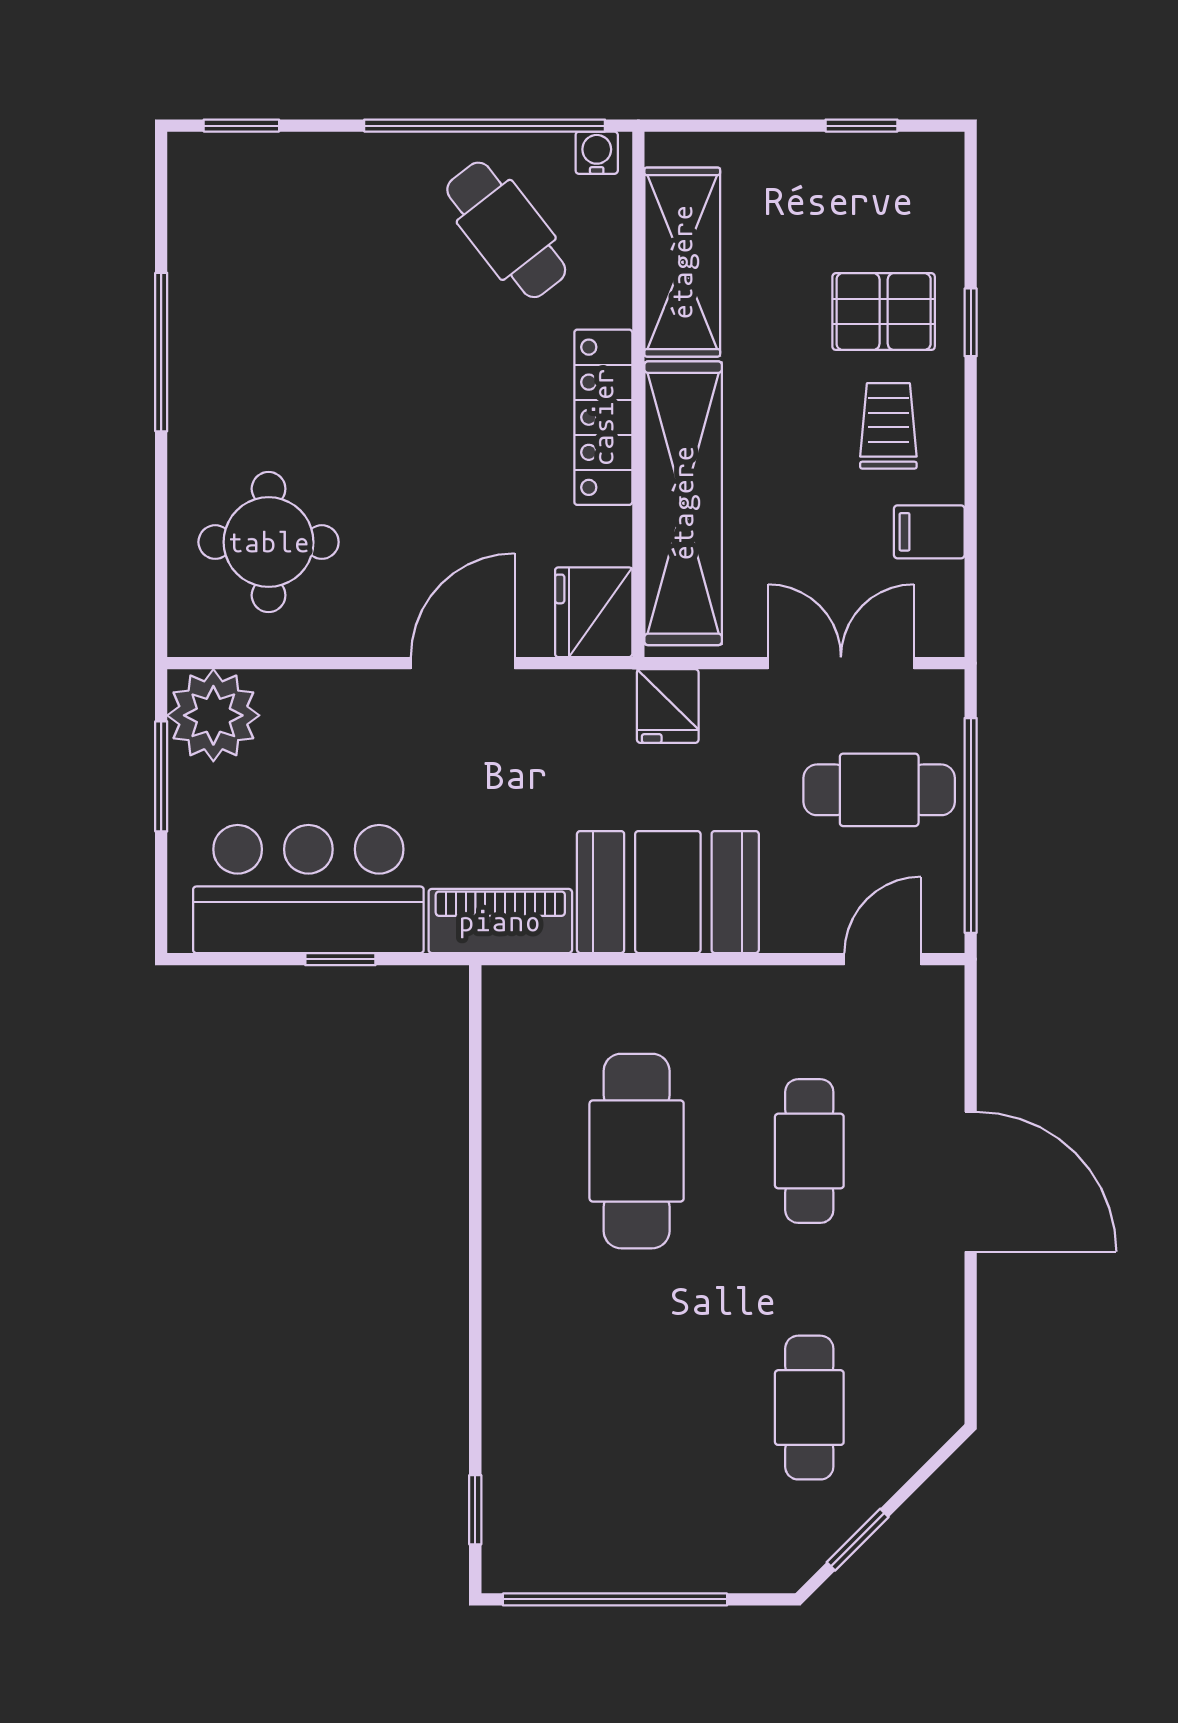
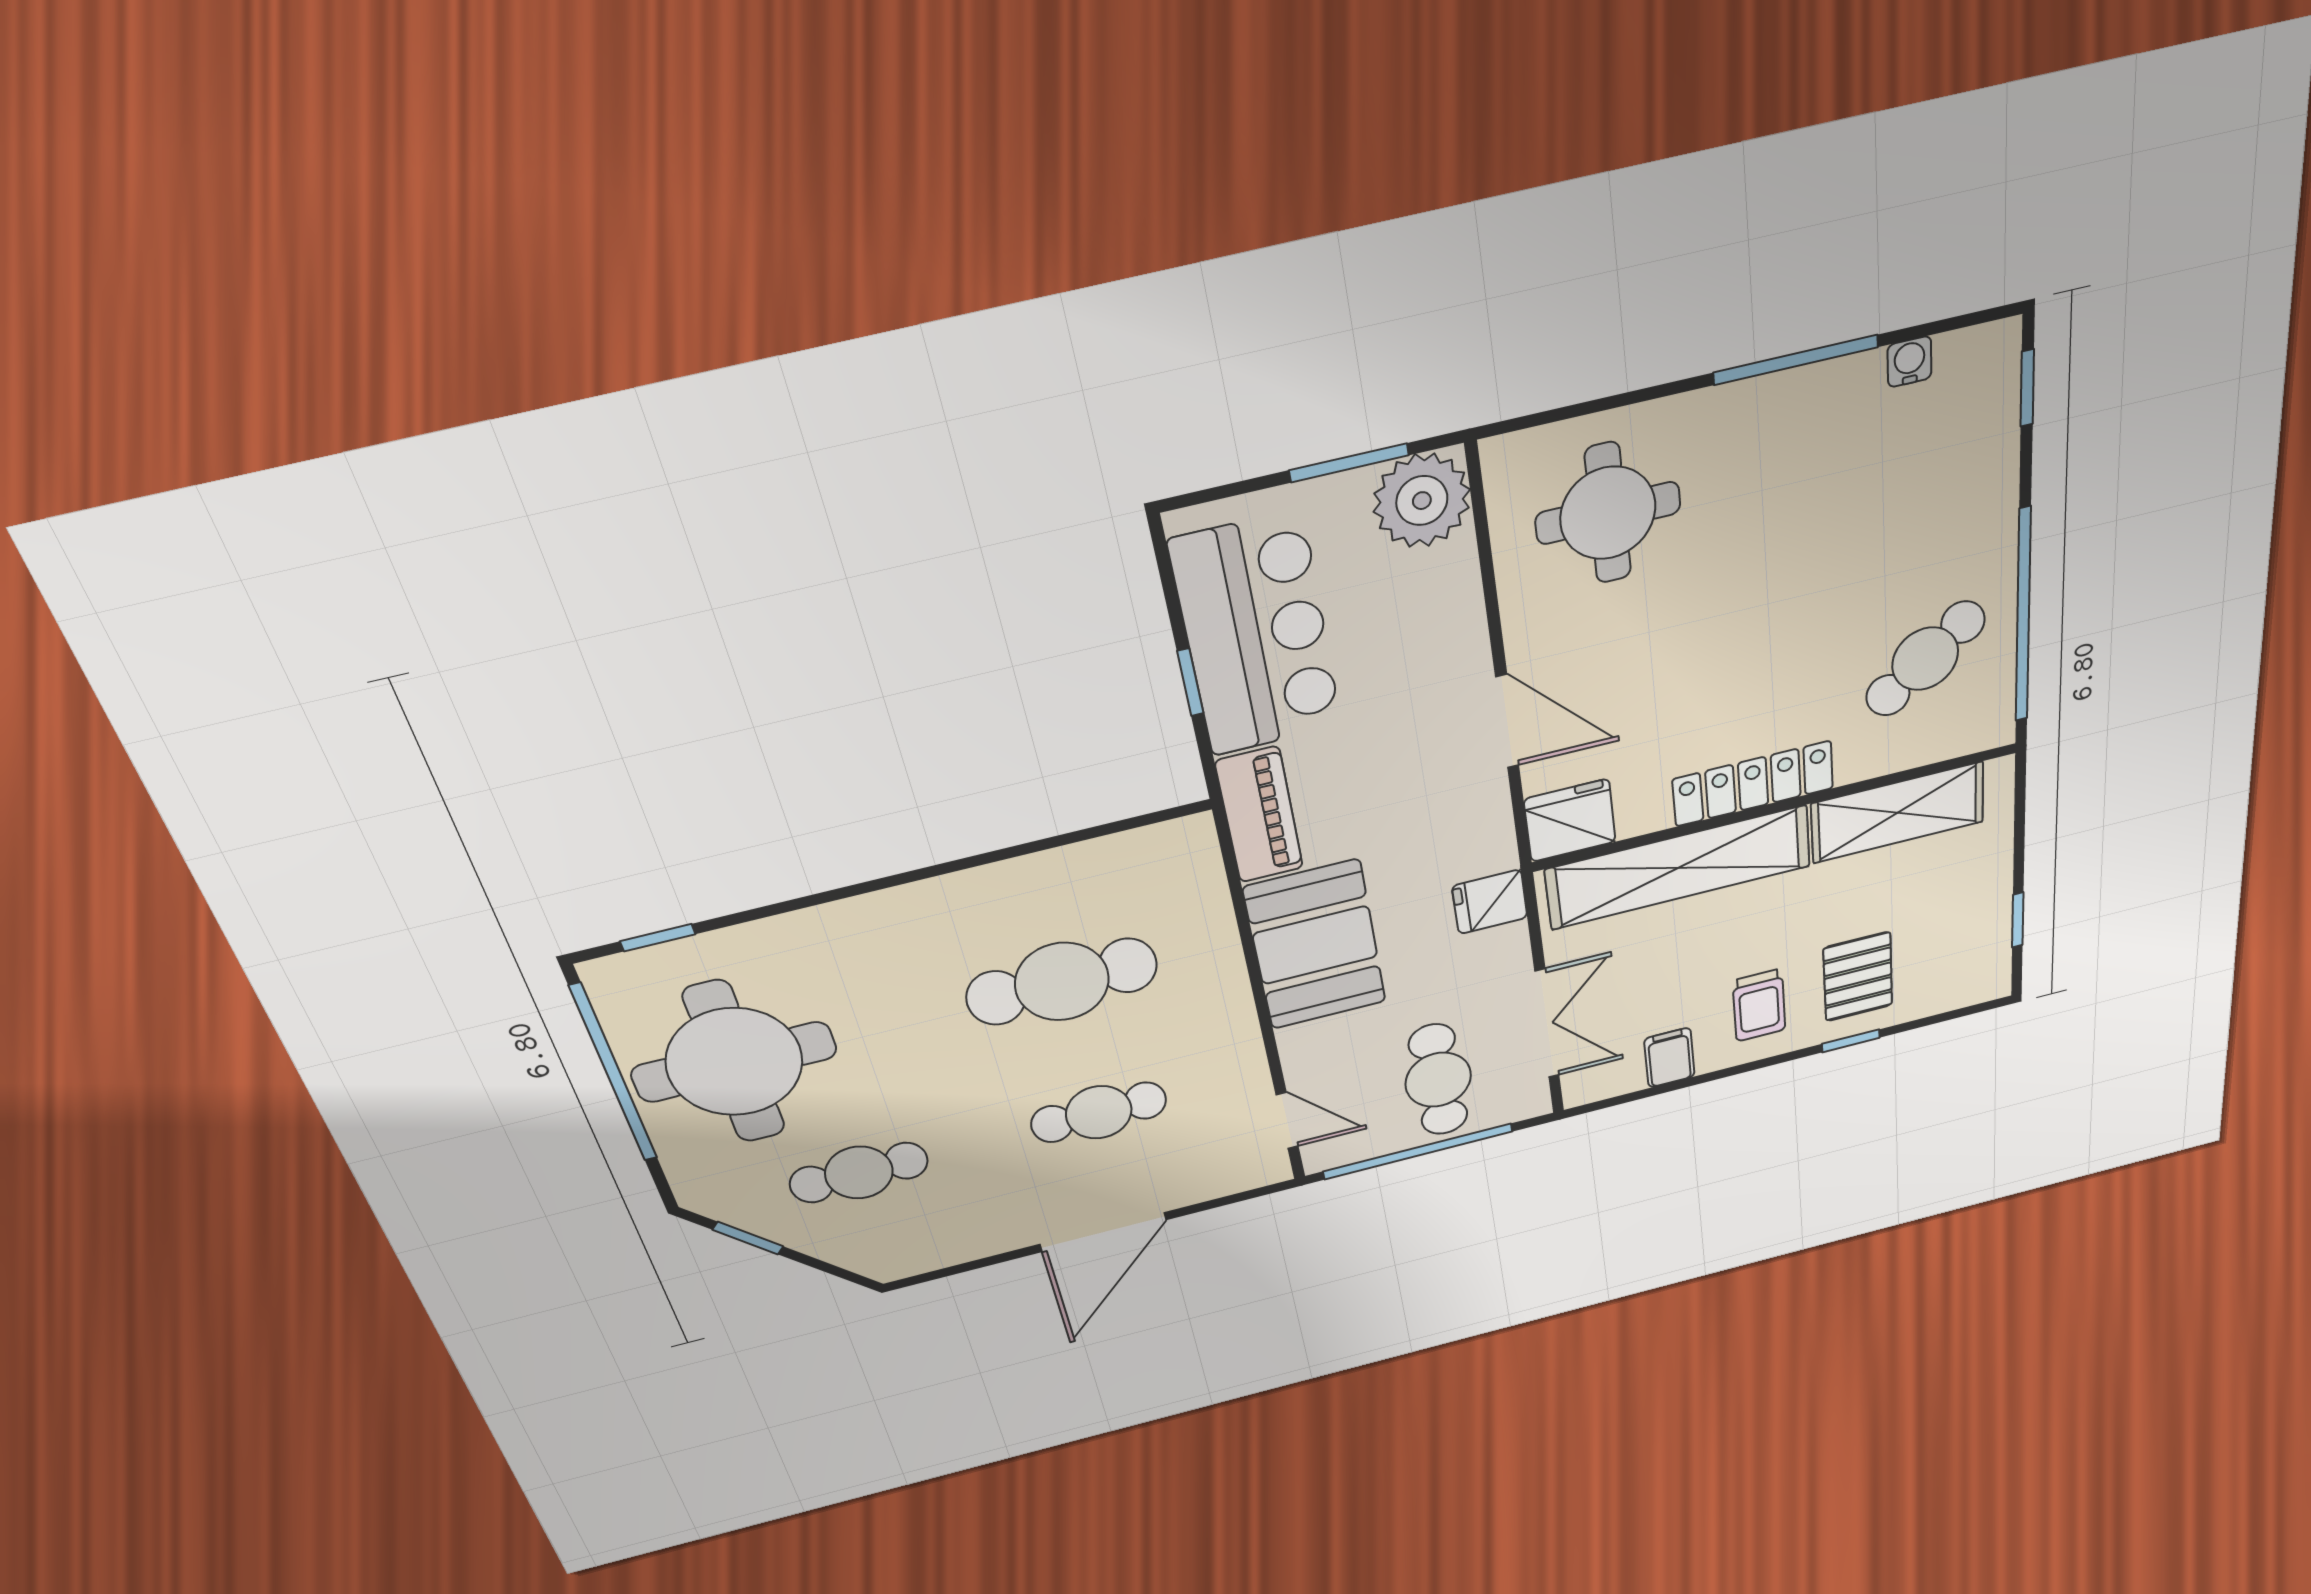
water cooler: (597, 153) -> (1910, 362), moved, turned -90
trolley: (888, 426) -> (1759, 1005), turned 90
round table: (636, 1485) -> (734, 1062), added

